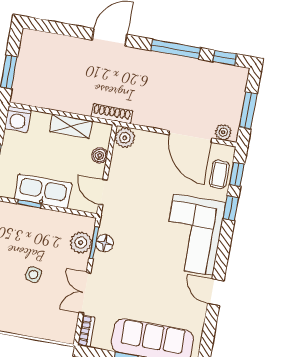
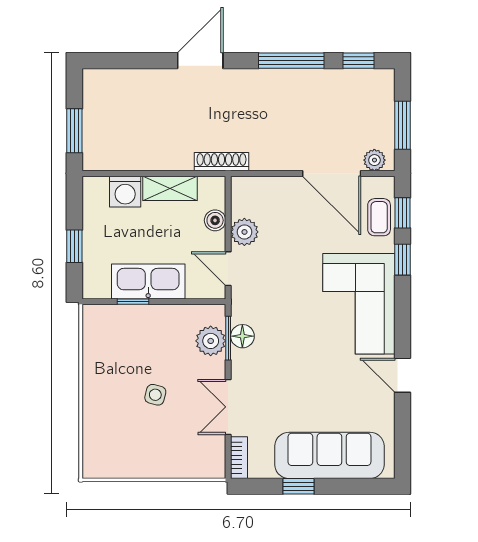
washing machine: (18, 119) -> (125, 192), moved
plant: (125, 138) -> (244, 232), moved

